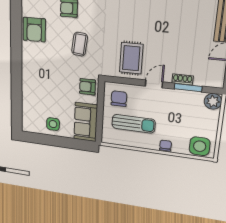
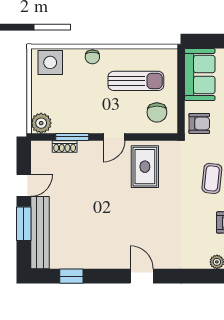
shoe rack: (183, 79) -> (65, 146), moved
sun lounger: (133, 124) -> (136, 81), turned 180

